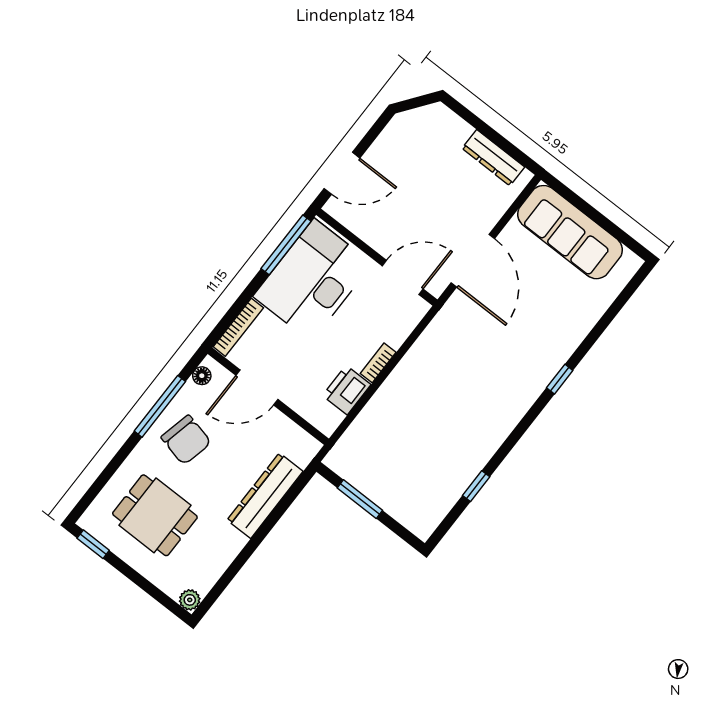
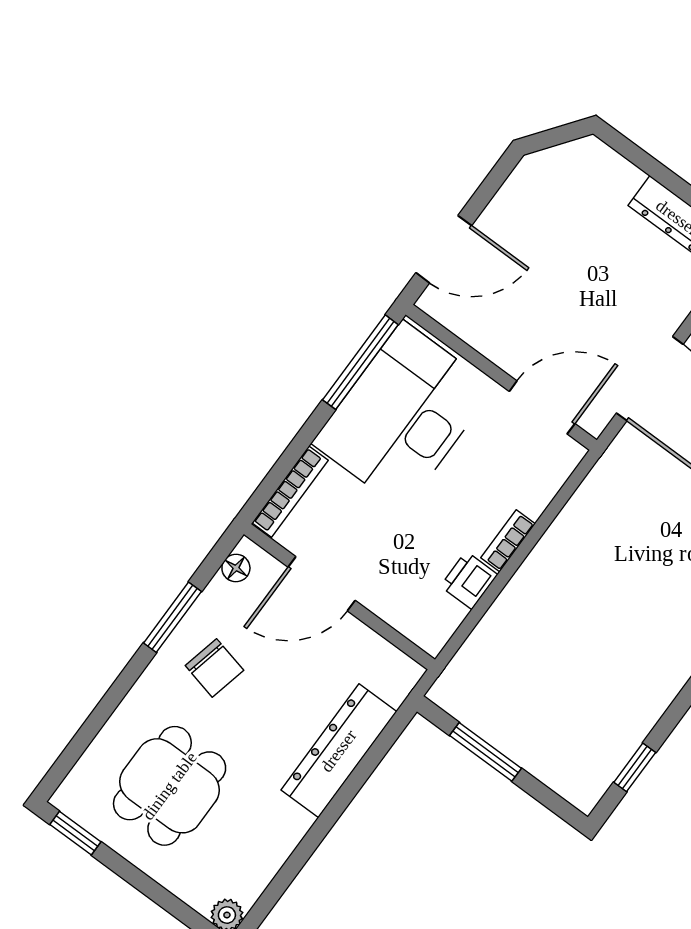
printer: (347, 390) -> (469, 580), width x0.73, depth x0.81
window: (160, 406) -> (172, 617), width x0.69
chair: (186, 440) -> (214, 668), width x0.73, depth x0.73
window: (476, 486) -> (635, 767), moved
dining table: (155, 515) -> (170, 786), turned 90

